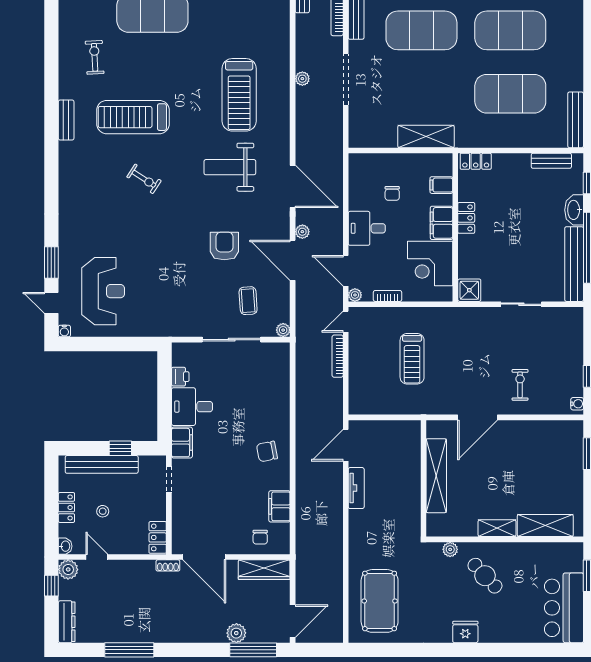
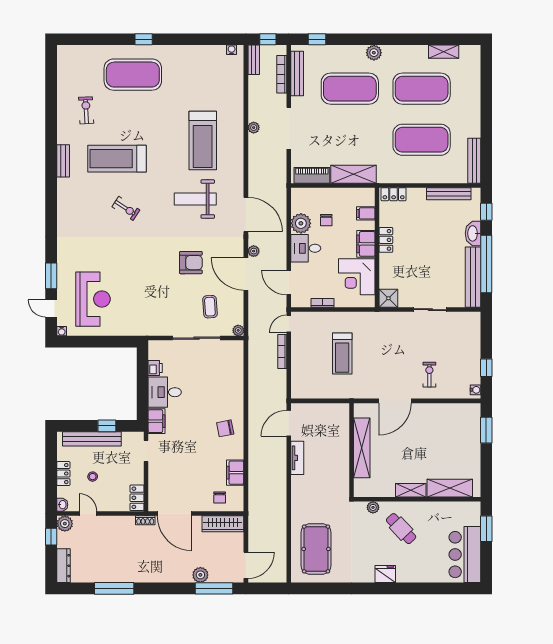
piano: (374, 138) -> (312, 175), added
bench: (551, 161) -> (449, 194), width x1.36
armchair: (224, 246) -> (191, 263), turned 90
plant: (355, 295) -> (301, 223), moved, width x1.88, depth x1.88

